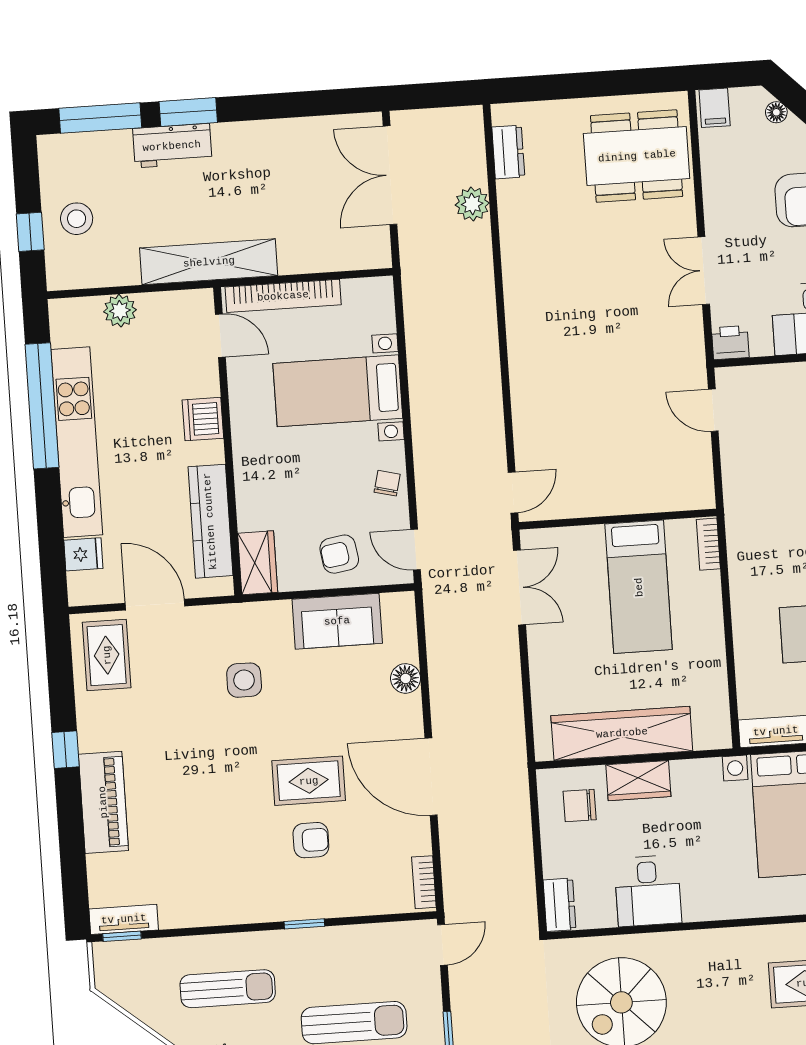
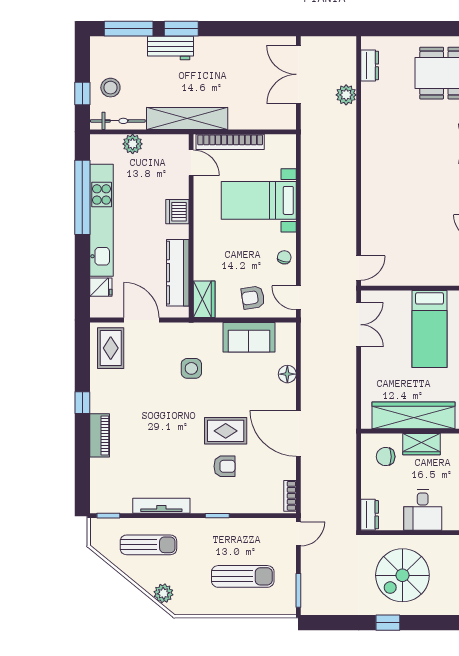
bicycle: (93, 274) -> (118, 121), added
piano: (103, 802) -> (100, 435), width x0.73, depth x0.75
tv unit: (124, 919) -> (161, 506), moved, width x1.41
sun lounger: (228, 989) -> (148, 545), moved

